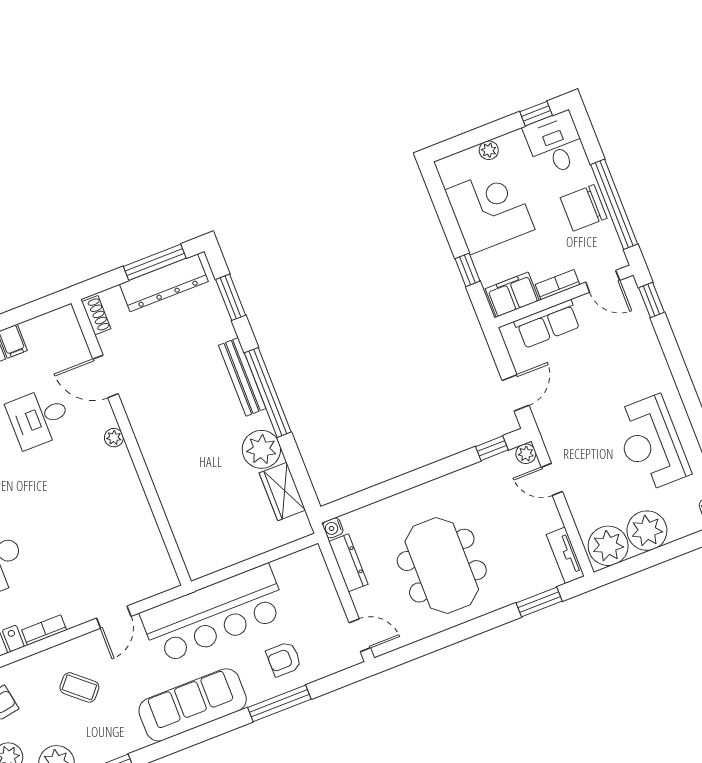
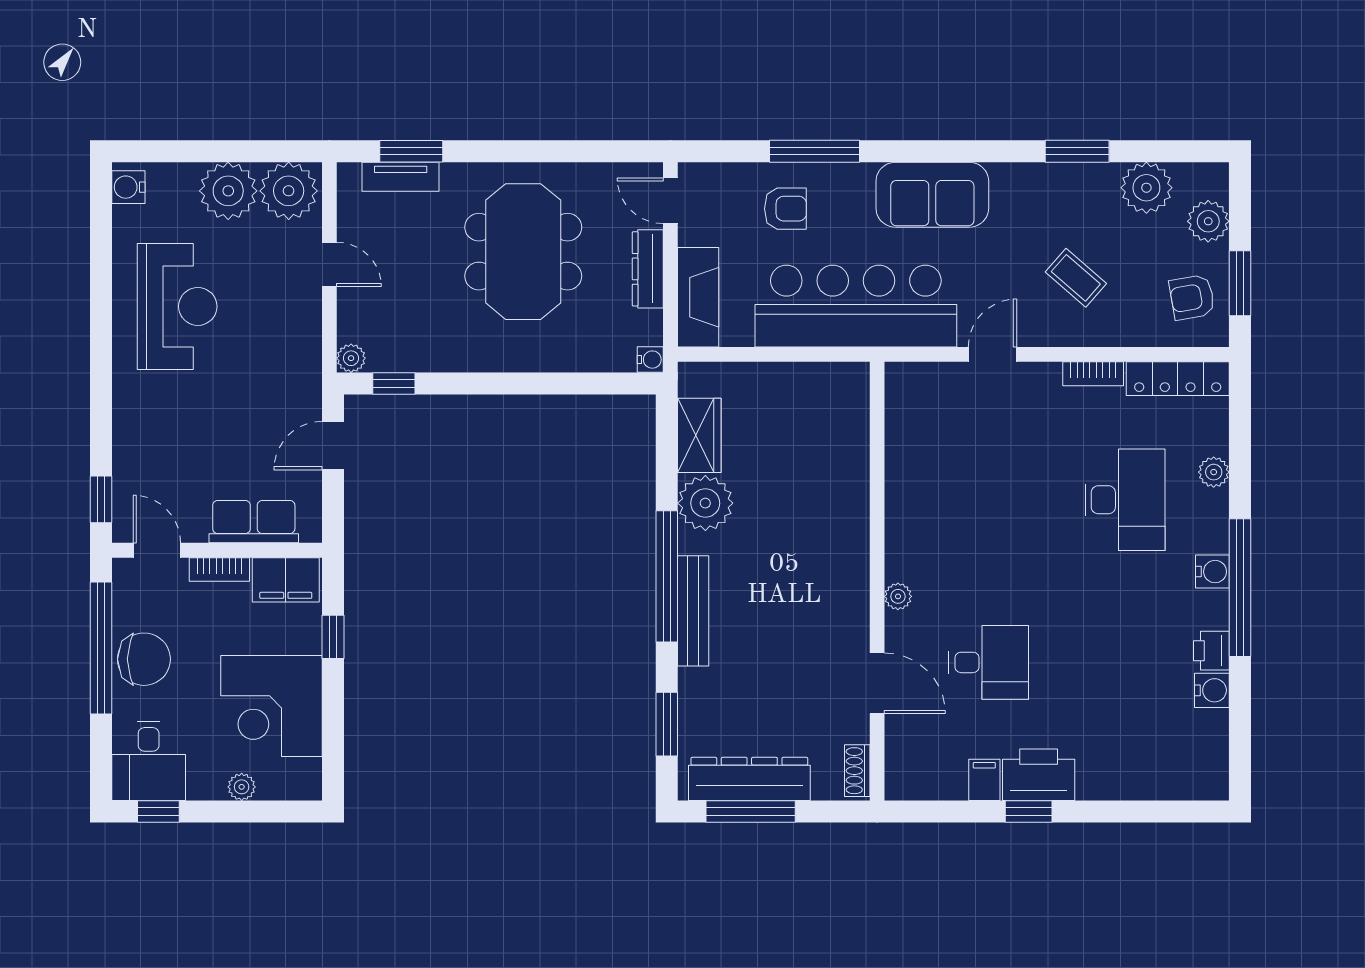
door: (552, 479) -> (329, 264), moved
tv unit: (565, 555) -> (401, 177), moved, turned 90
dresser: (348, 563) -> (648, 269), moved
fireplace: (318, 580) -> (698, 297), added
sofa: (193, 705) -> (932, 195), width x0.73

